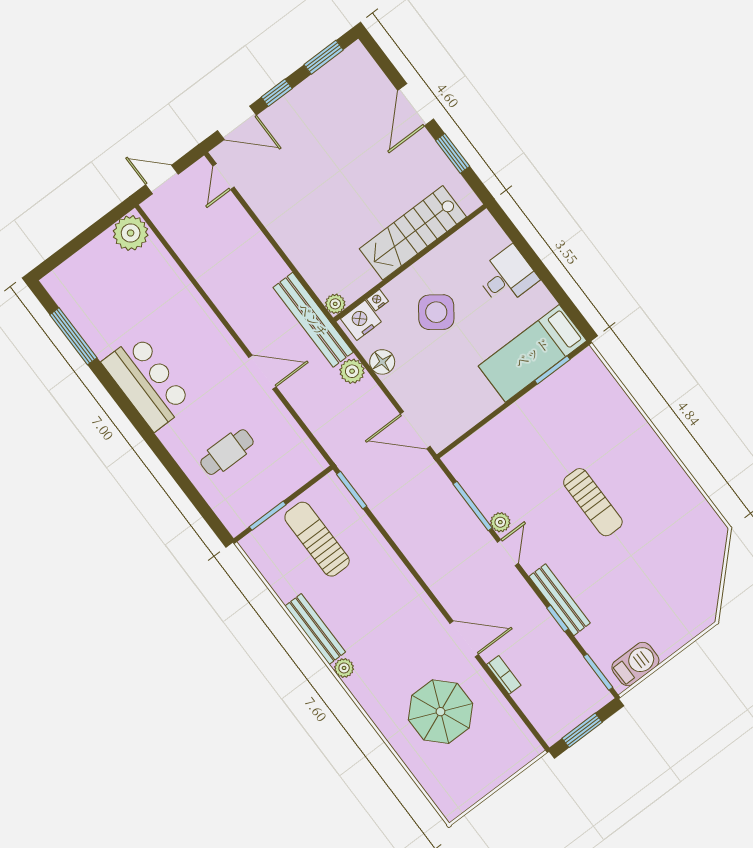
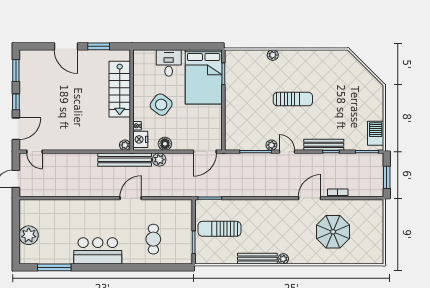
plant: (131, 233) -> (29, 235), moved
bed: (532, 353) -> (204, 77), width x1.50
plant: (636, 423) -> (273, 55), added

